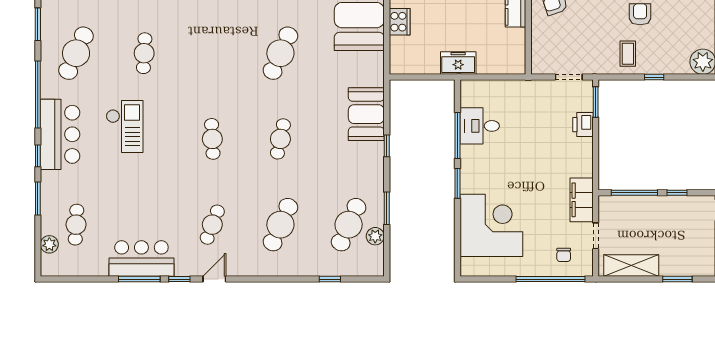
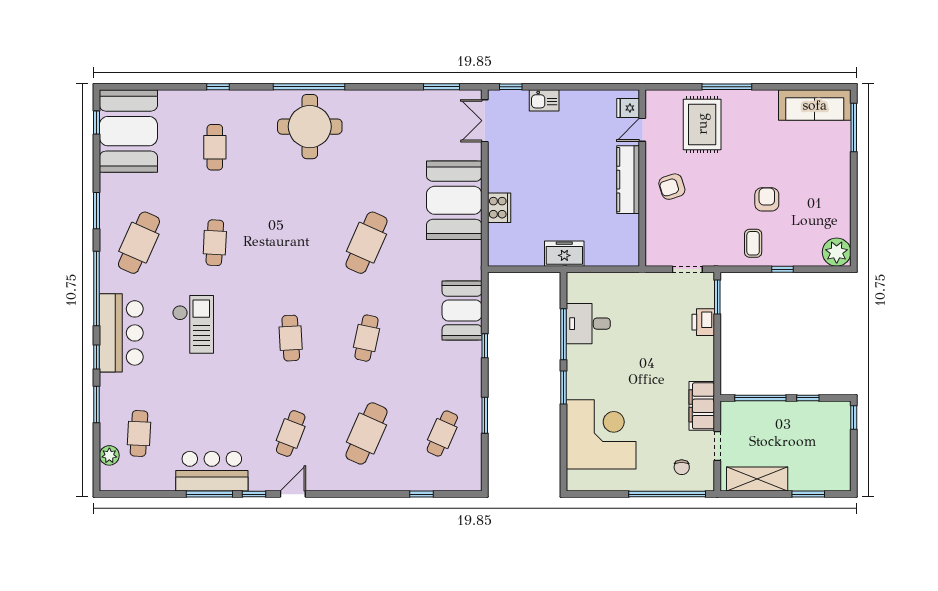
cafe table: (349, 225) -> (442, 433), width x0.73, depth x0.74
plant: (375, 236) -> (472, 446), removed

